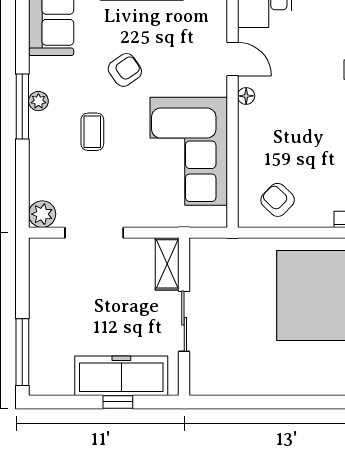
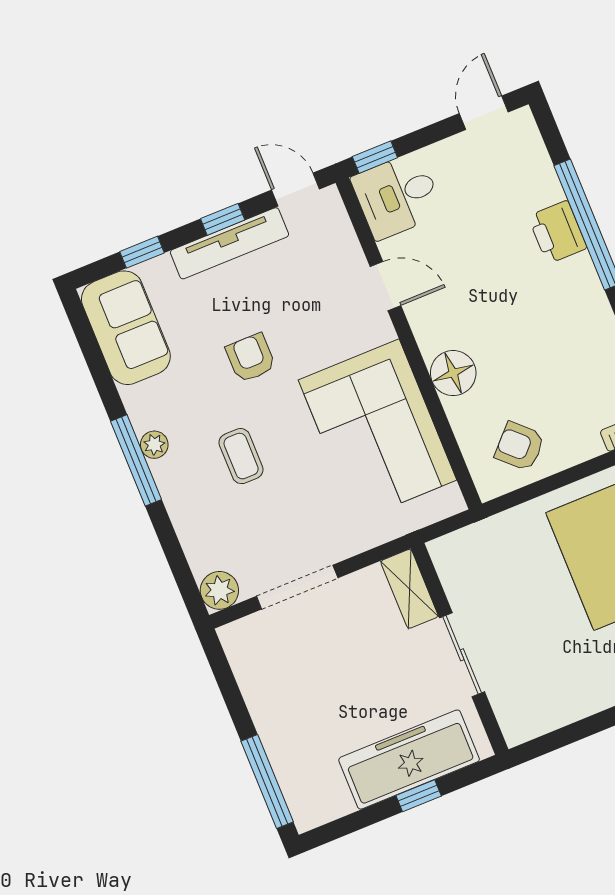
armchair: (125, 70) -> (251, 358), turned -55
floor lamp: (246, 96) -> (453, 373), moved, width x1.89, depth x1.89

